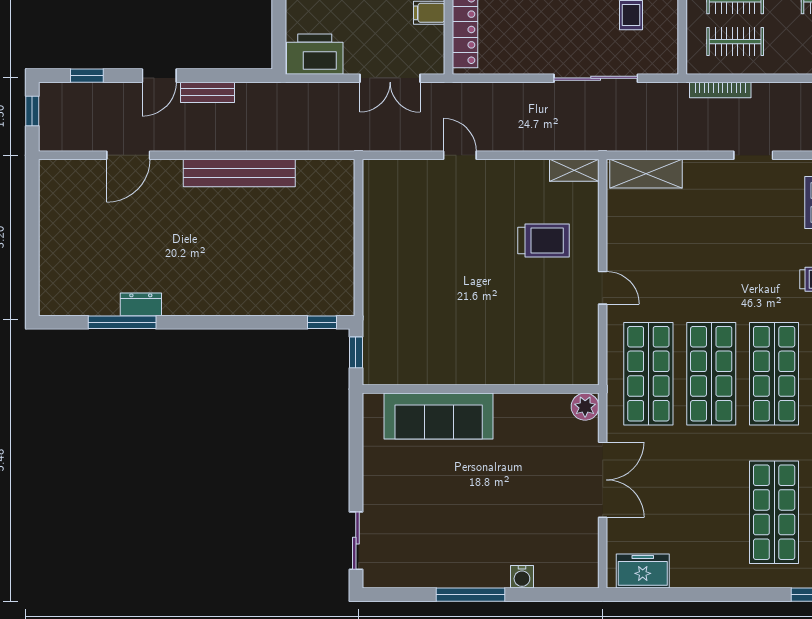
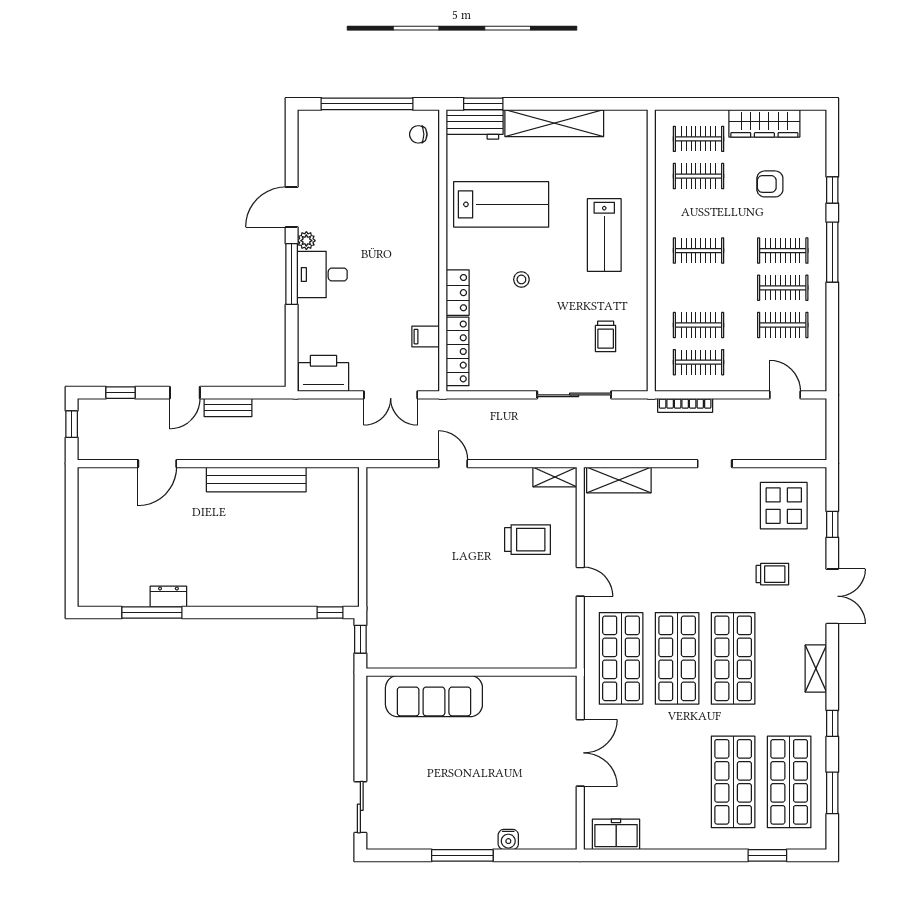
plant: (585, 407) -> (565, 688), removed

